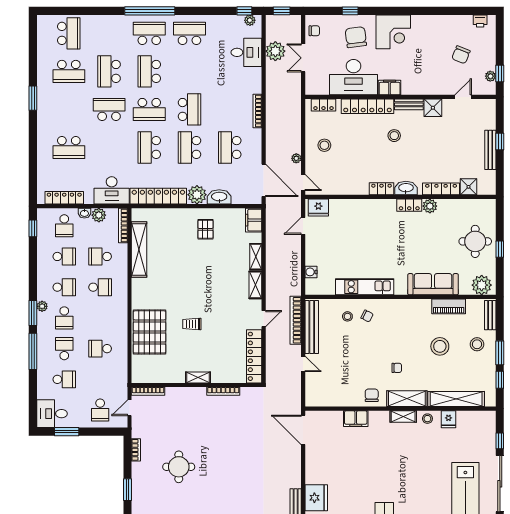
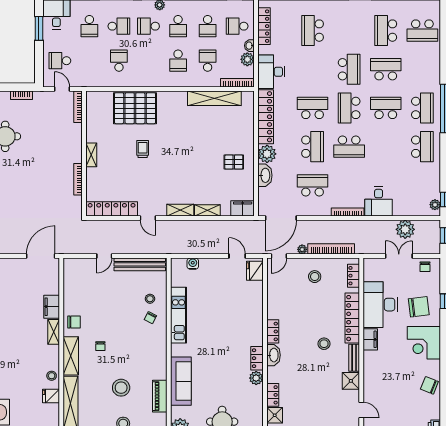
desk: (246, 52) -> (379, 201), moved
chair: (461, 55) -> (429, 385), moved
school desk: (189, 147) -> (313, 147), turned 90
locker: (441, 189) -> (273, 395), width x0.66
bookcase: (296, 320) -> (331, 249), moved
shelving: (403, 417) -> (54, 332), moved

